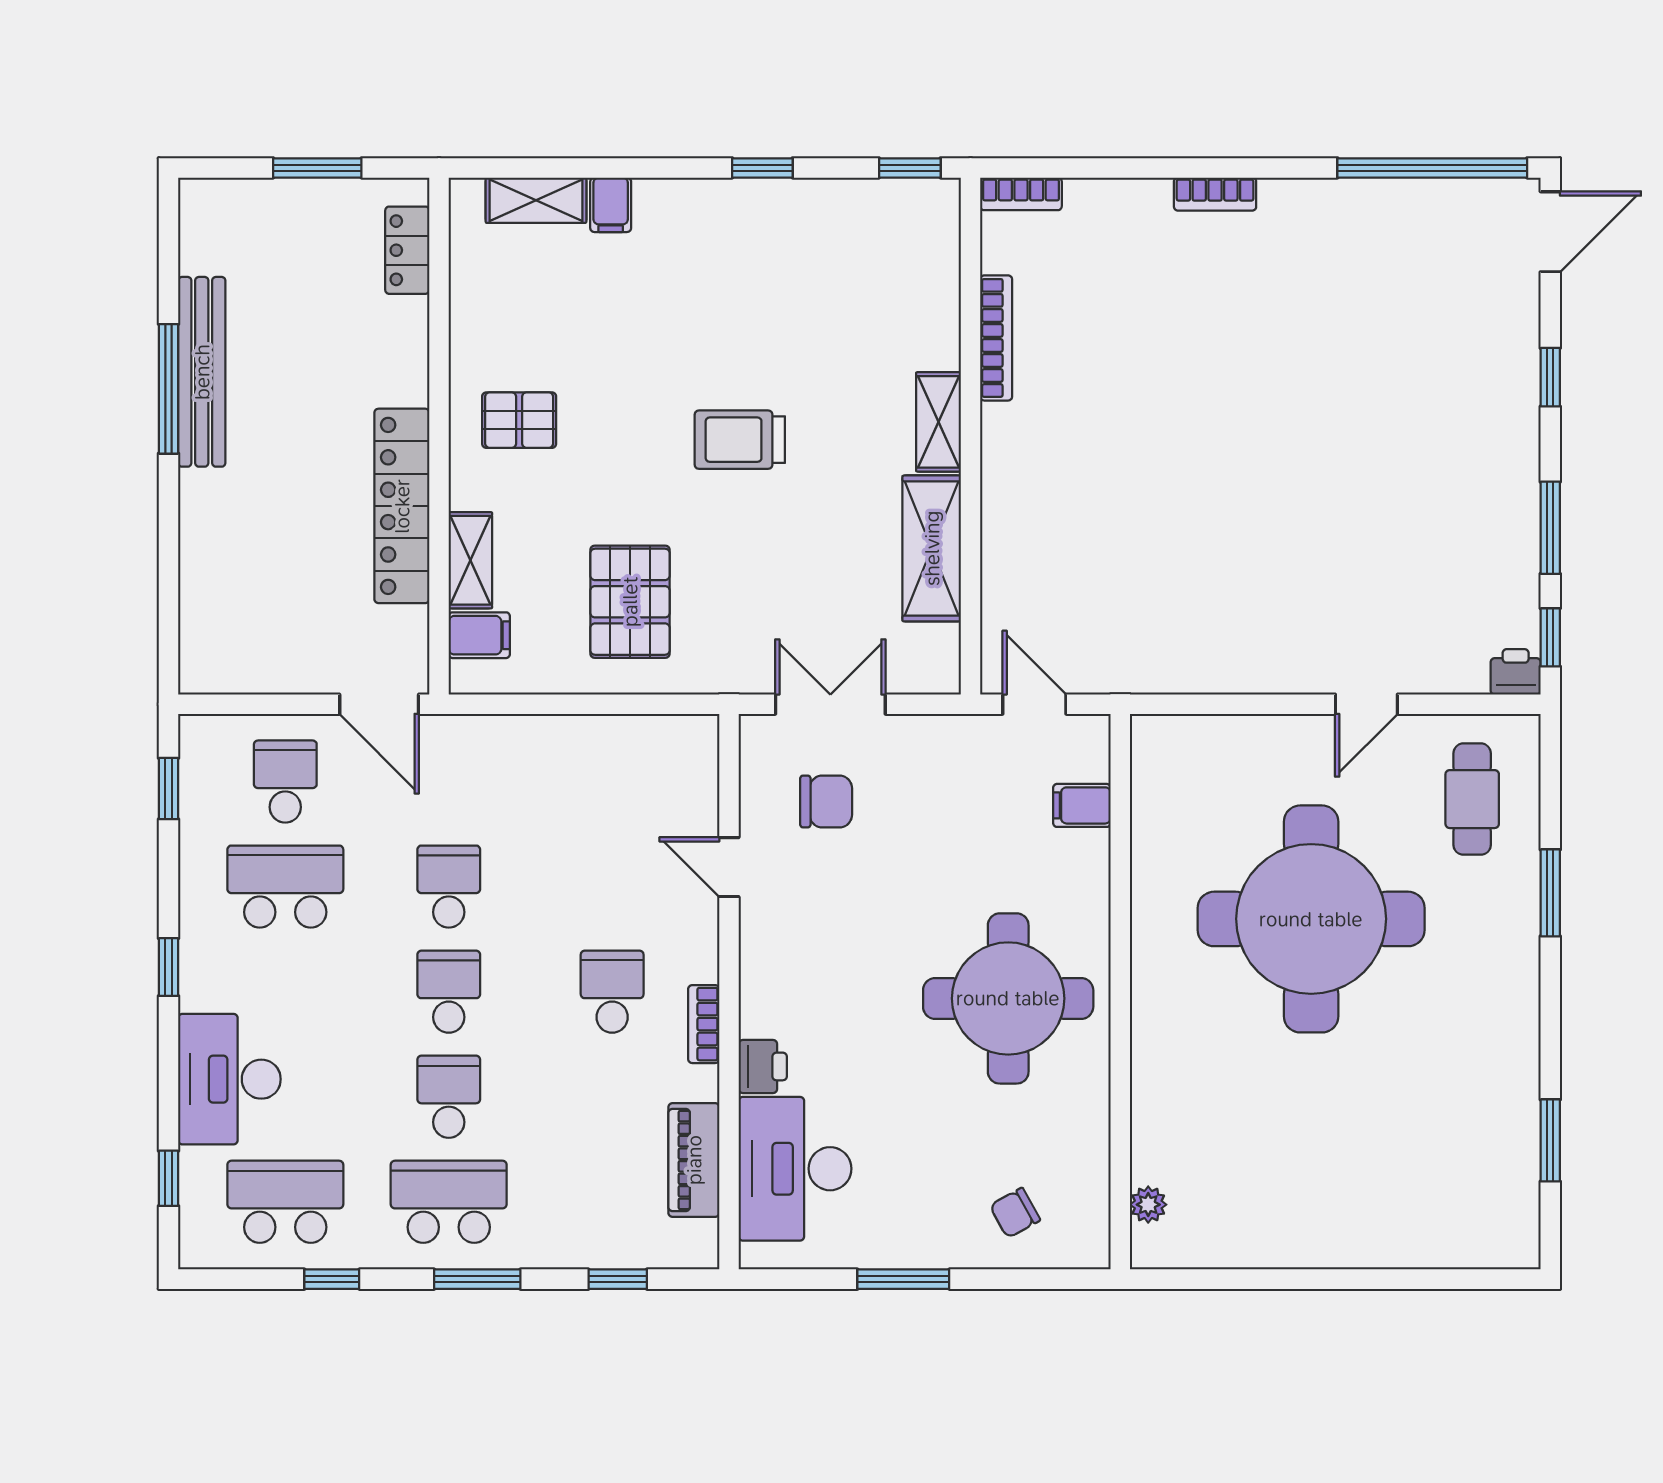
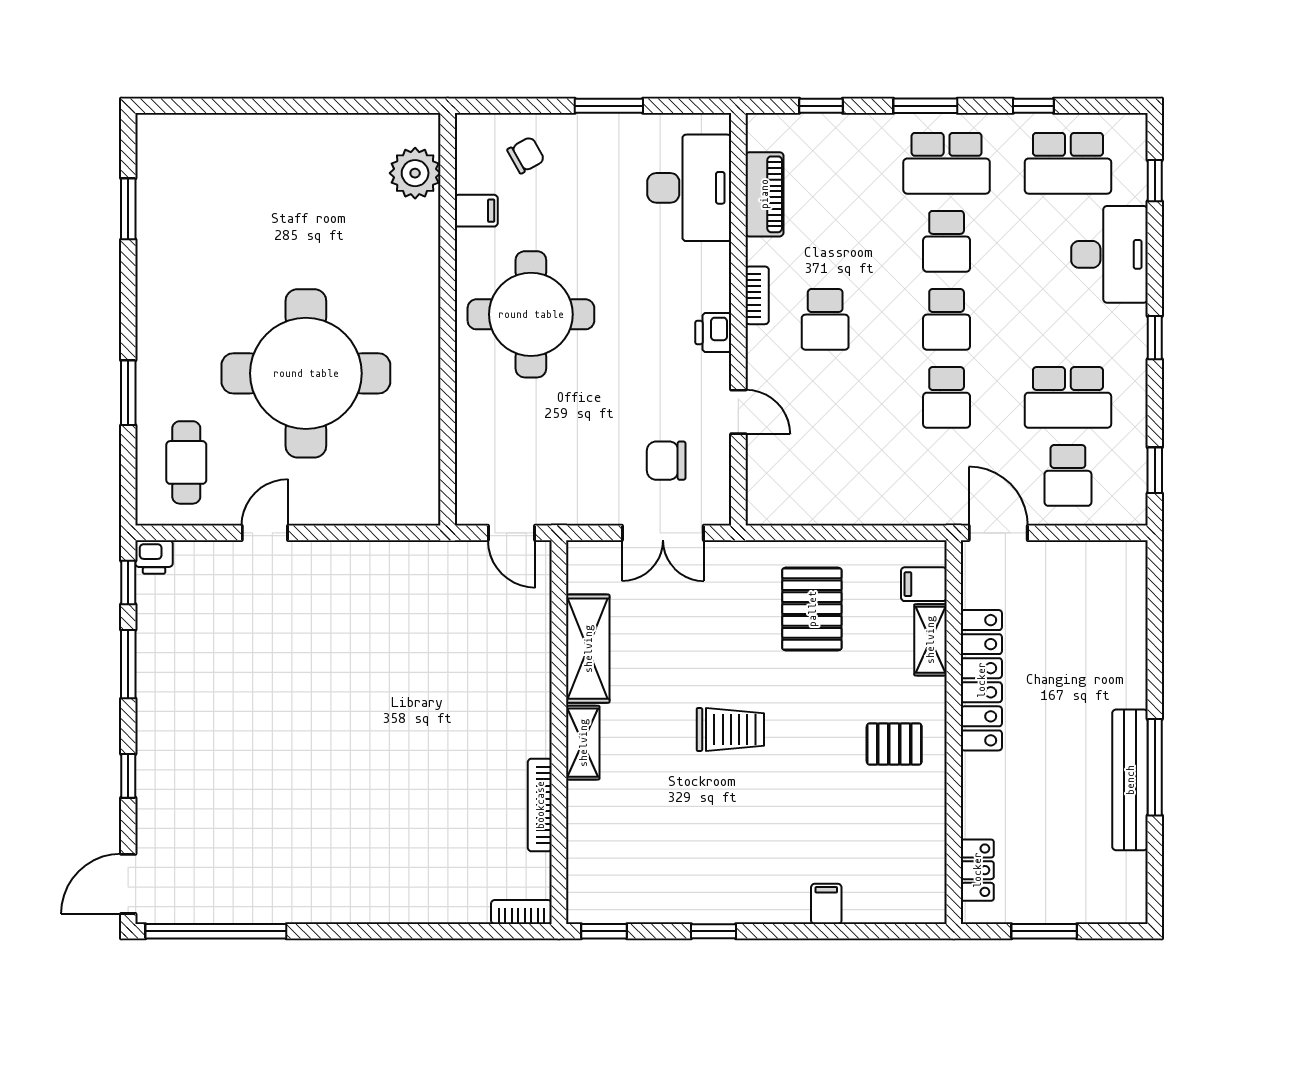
bookcase: (1215, 194) -> (377, 912), removed
shelving: (536, 200) -> (882, 907), removed
filing cabinet: (1082, 805) -> (476, 211), moved
printer: (763, 1066) -> (713, 333), moved
plant: (1148, 1205) -> (415, 173), width x1.87, depth x1.87

